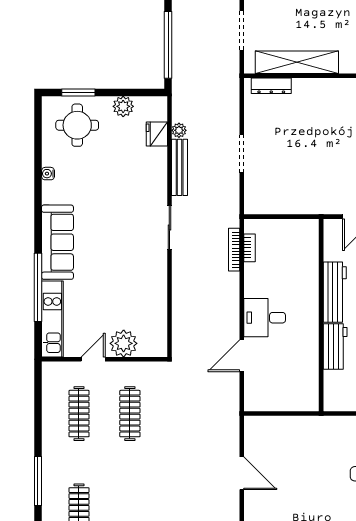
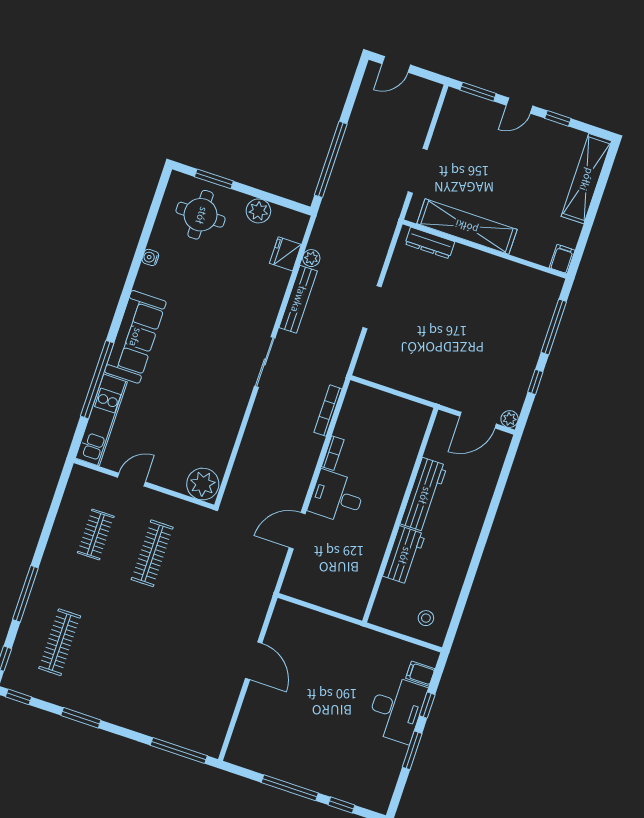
bookcase: (249, 248) -> (333, 453), moved
plant: (124, 343) -> (203, 484), moved
clothes rail: (79, 414) -> (96, 534), width x0.73

